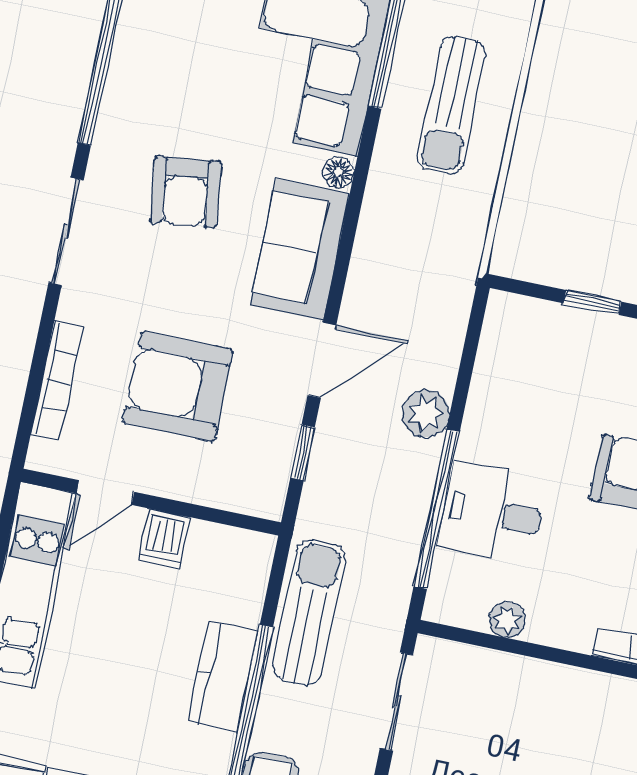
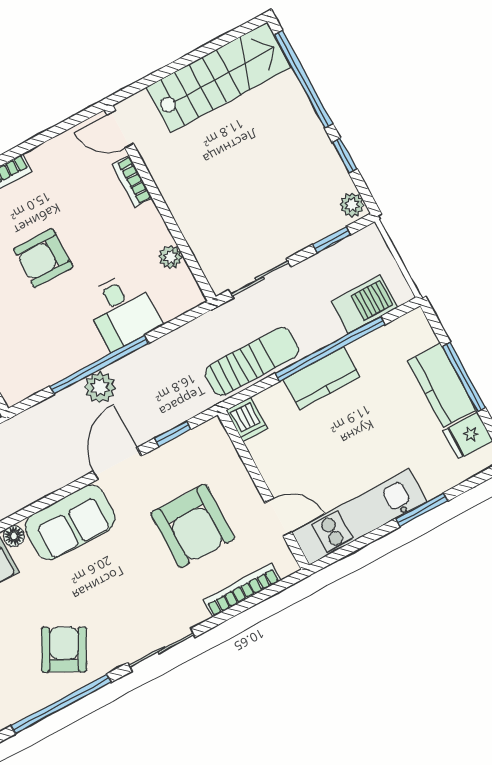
armchair: (186, 192) -> (64, 650), moved, turned -55
door: (322, 360) -> (117, 463), hinge flipped
window: (437, 509) -> (99, 365), moved
dishwasher: (164, 539) -> (247, 419), moved, turned 90
sun lounger: (309, 612) -> (252, 361), turned 180

